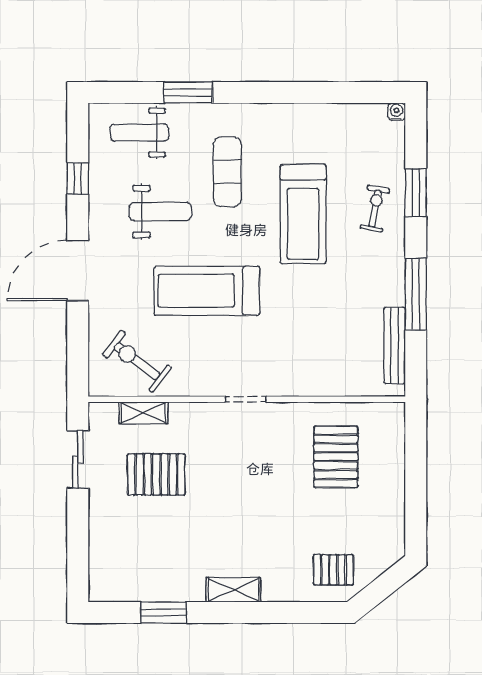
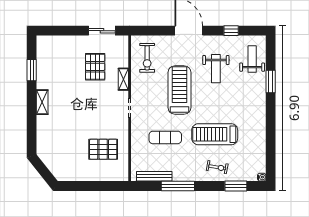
exercise mat: (227, 172) -> (165, 137), moved
window: (416, 193) -> (236, 186), moved
exercise bike: (137, 361) -> (147, 58), turned 143
shelving: (143, 413) -> (123, 79), moved
pallet: (333, 570) -> (51, 148), removed

